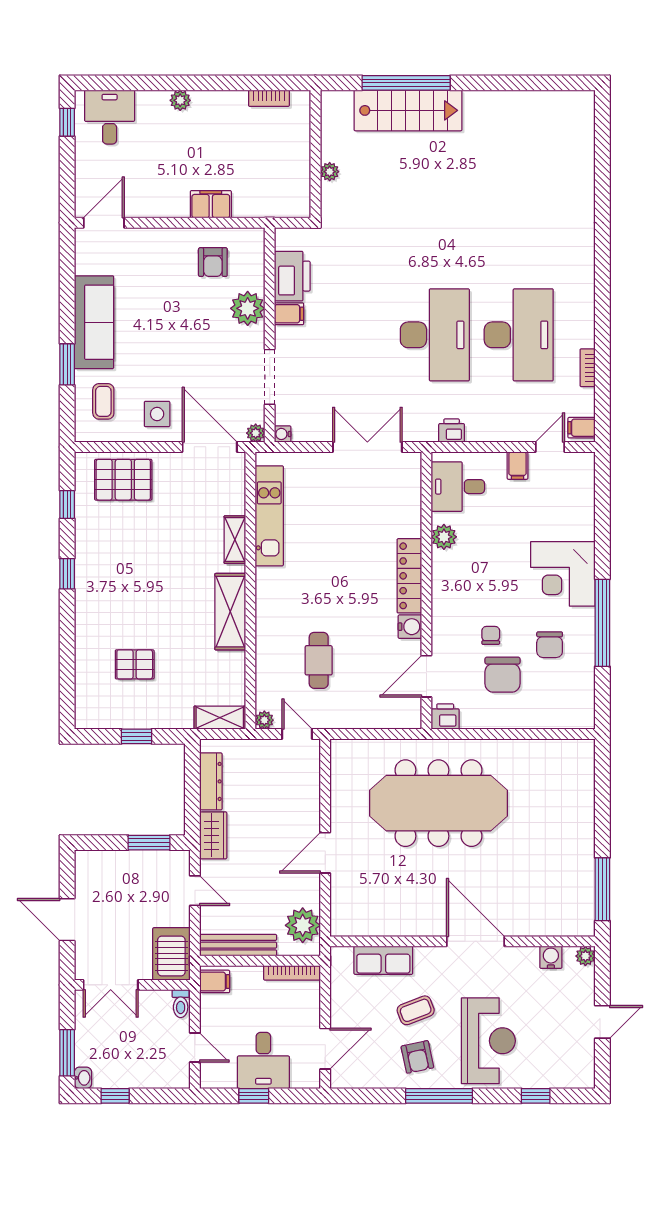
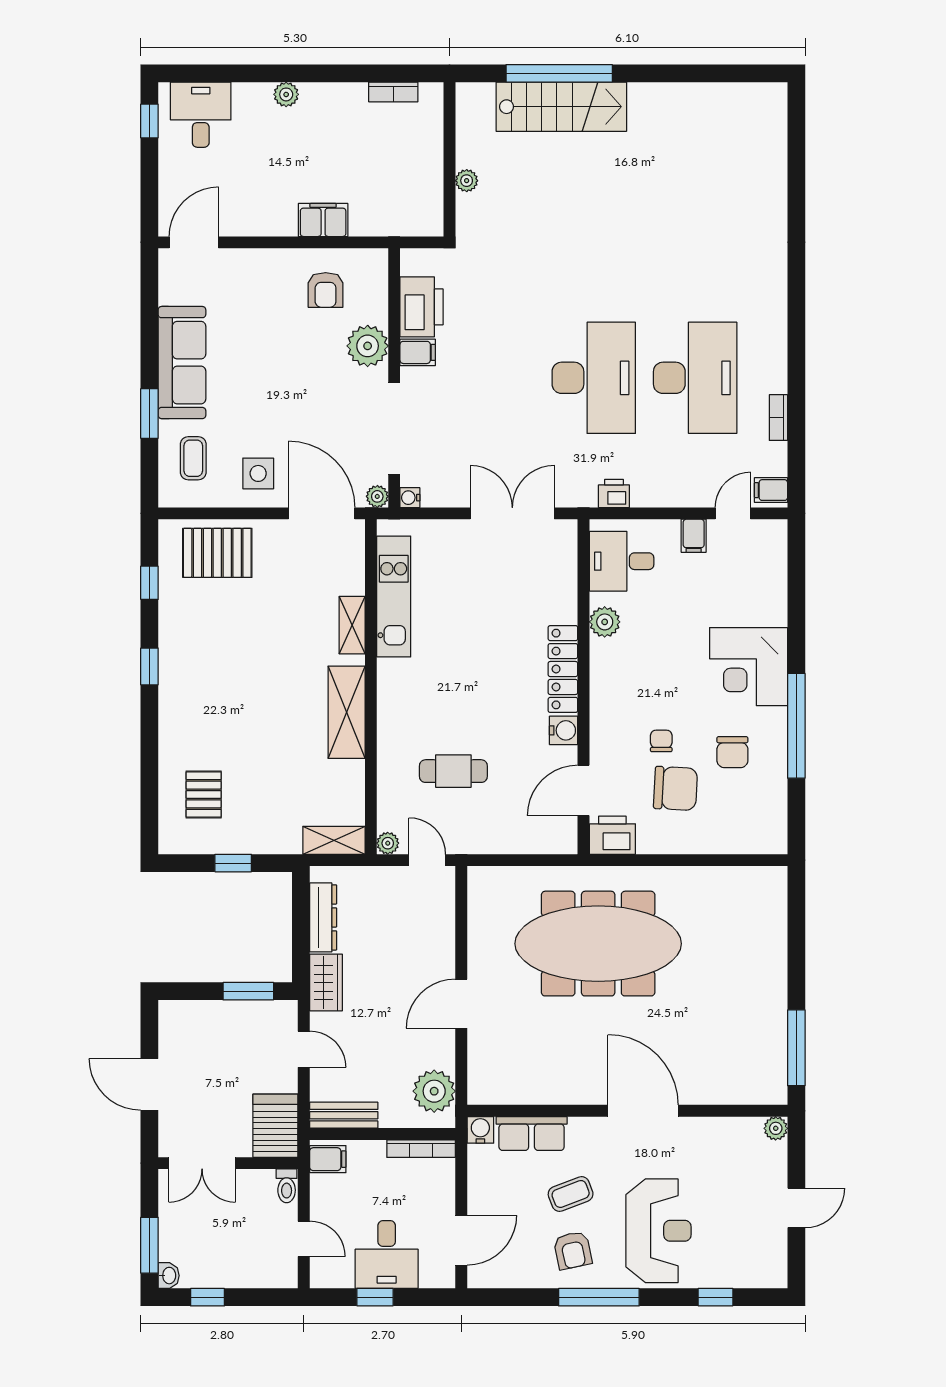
doorway: (270, 377) -> (394, 429), width x1.36
cafe table: (319, 660) -> (453, 771), turned 90
pallet: (135, 664) -> (204, 794), moved, turned 90
chair: (503, 675) -> (676, 788), turned -87
printer: (445, 716) -> (612, 835), width x1.36, depth x1.24
bench: (238, 945) -> (344, 1115), width x0.73
water cooler: (551, 957) -> (480, 1130), moved

